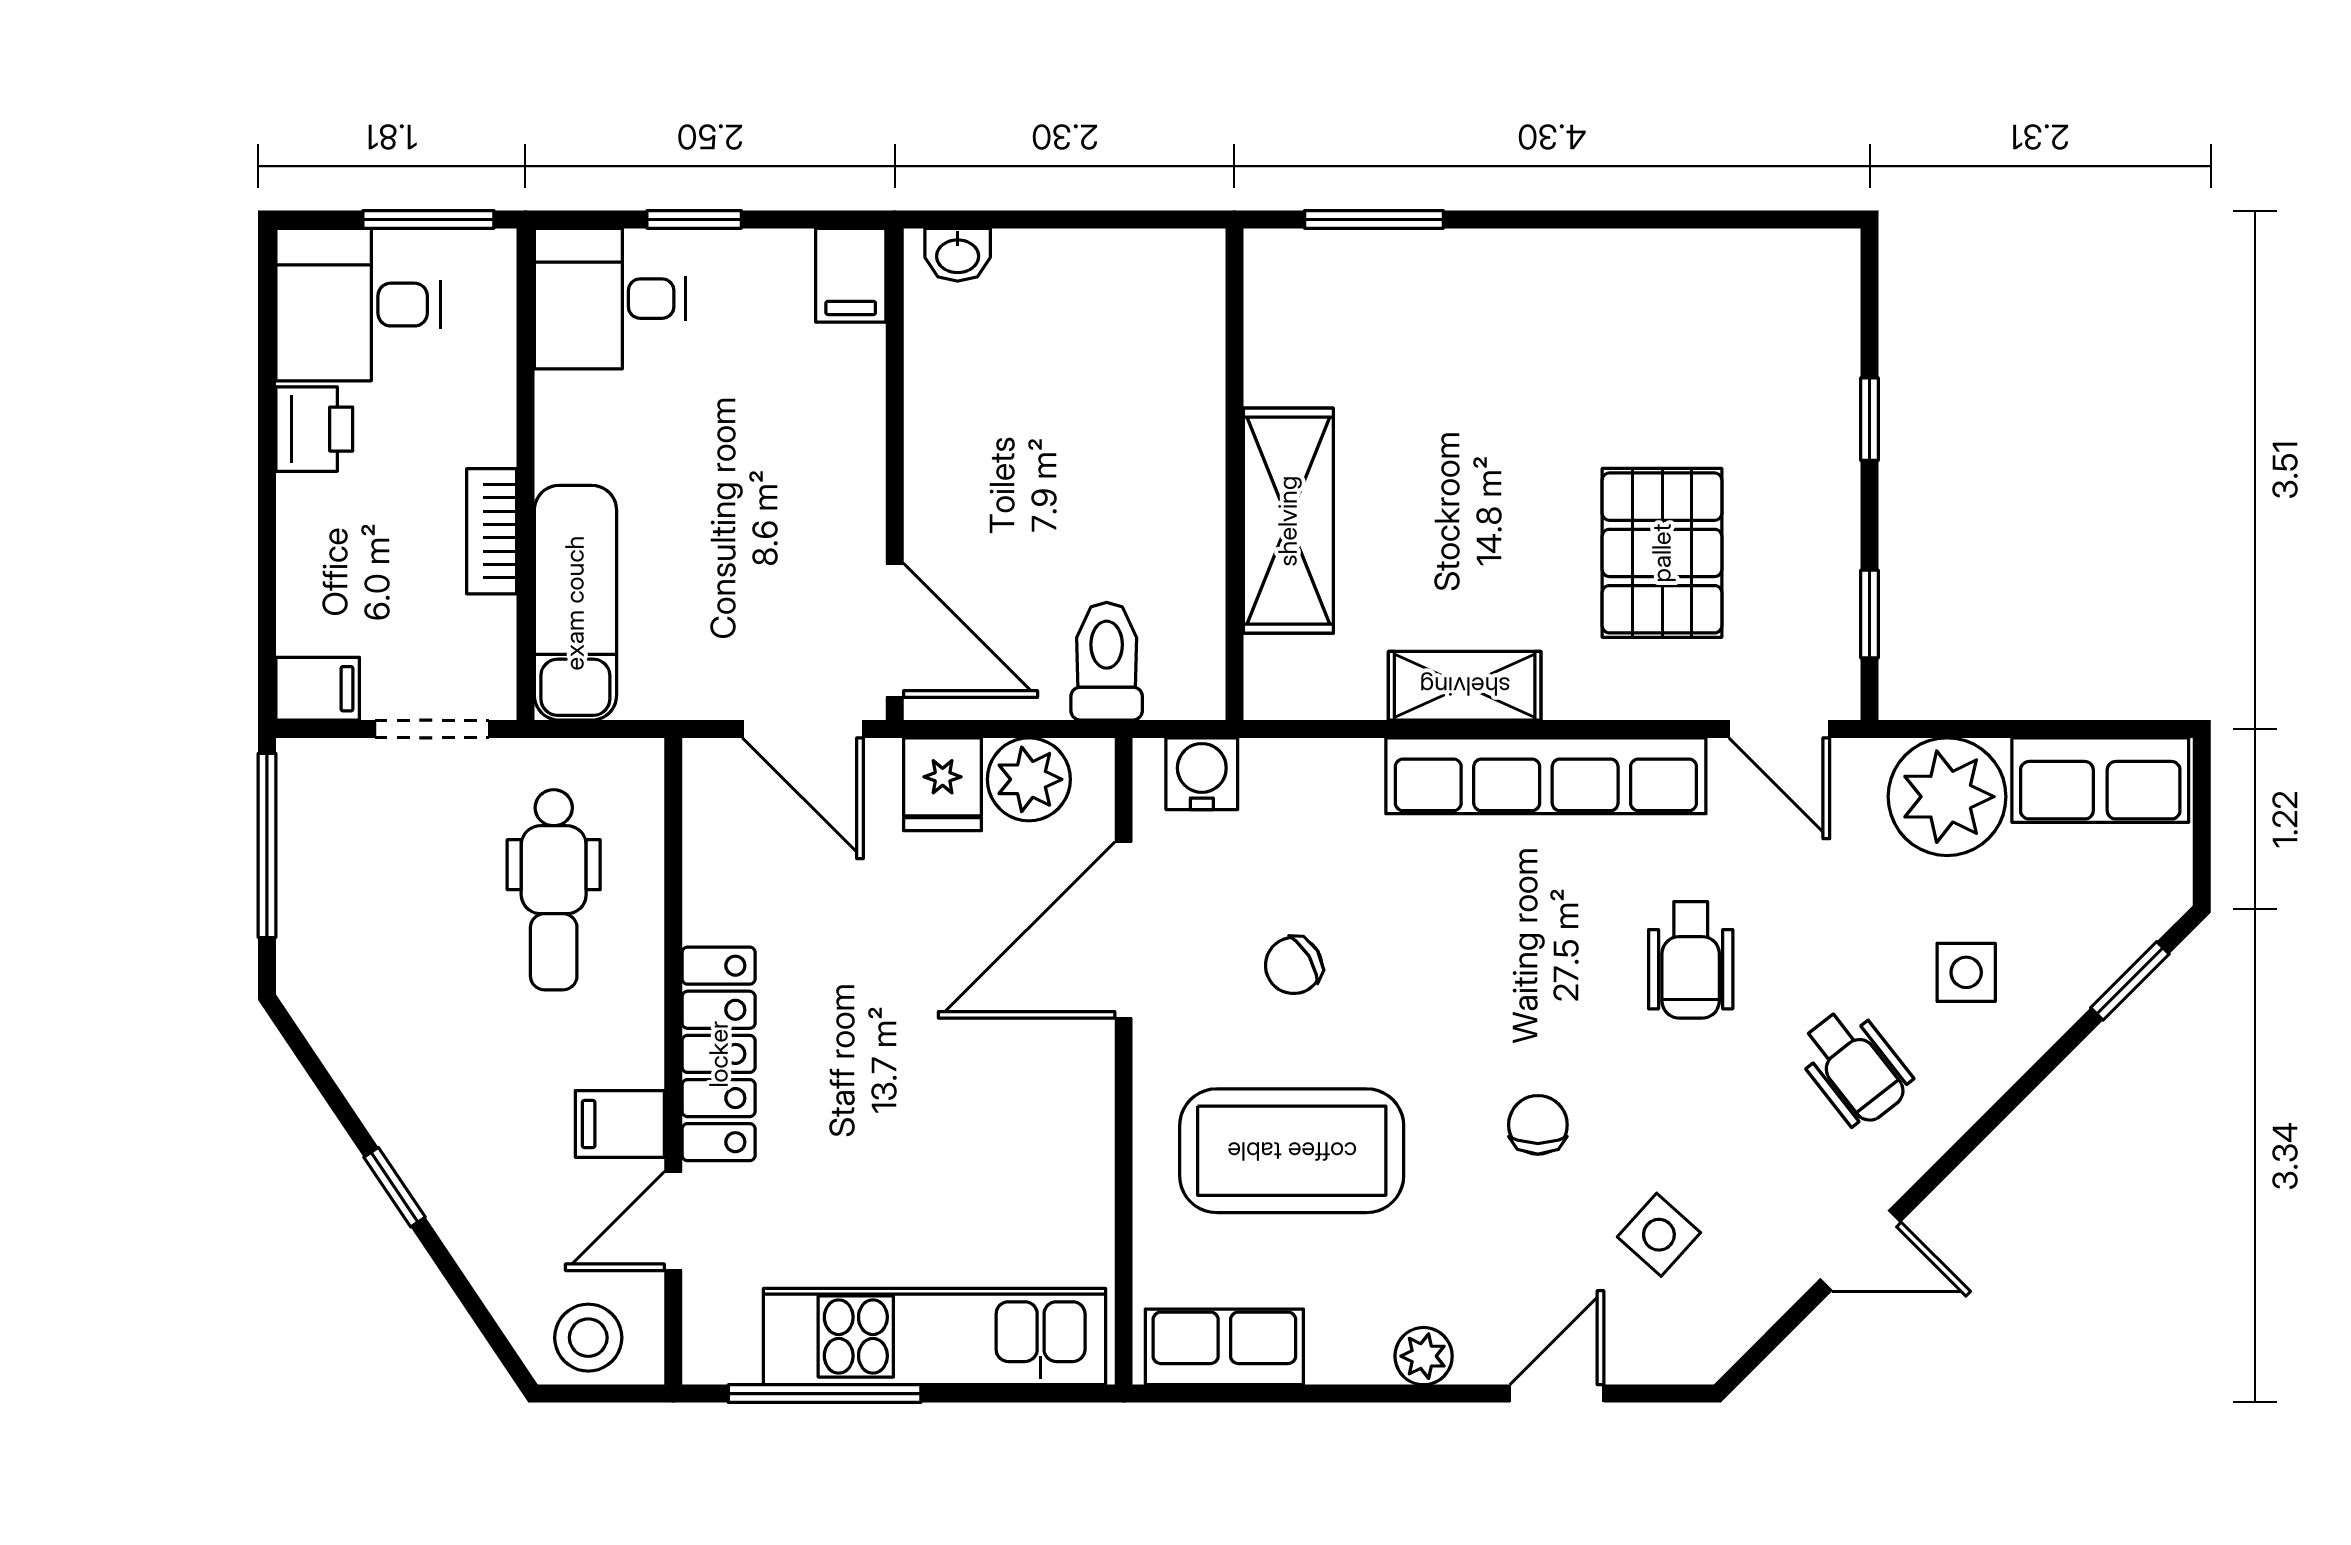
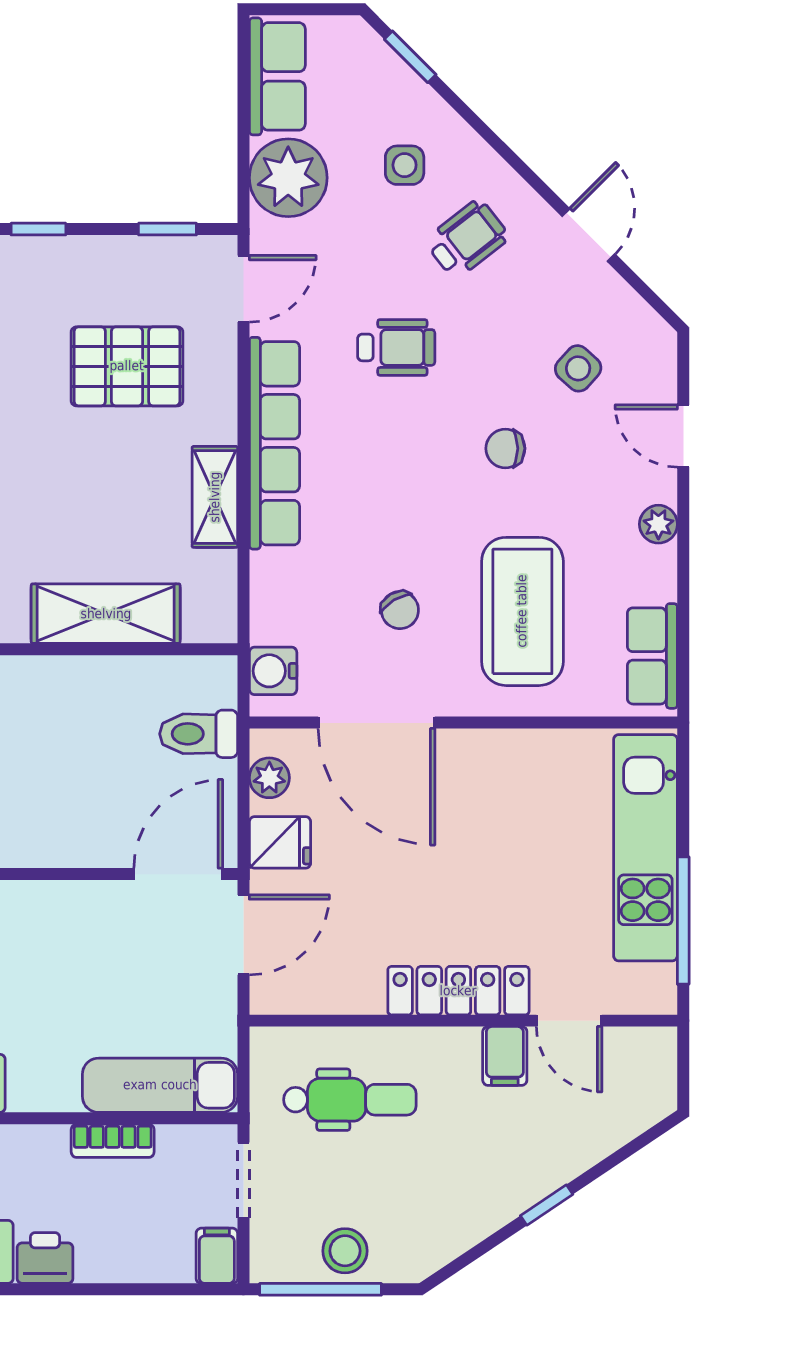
plant: (1029, 779) -> (269, 778), width x0.73, depth x0.73
stool: (588, 1338) -> (345, 1251), moved

